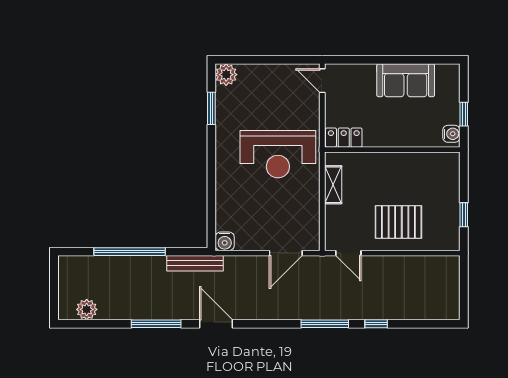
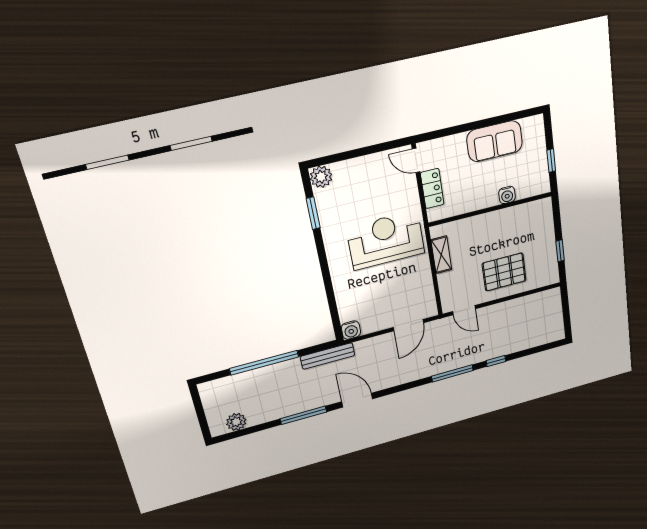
water cooler: (451, 134) -> (507, 195), moved, turned 90
locker: (344, 138) -> (432, 189), moved, turned 90
reception desk: (278, 154) -> (386, 240), turned 180

